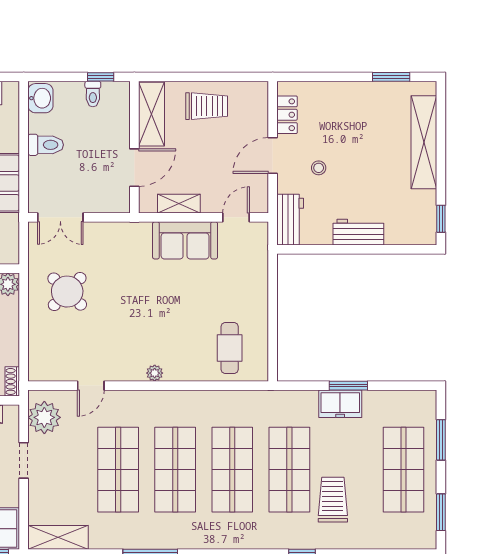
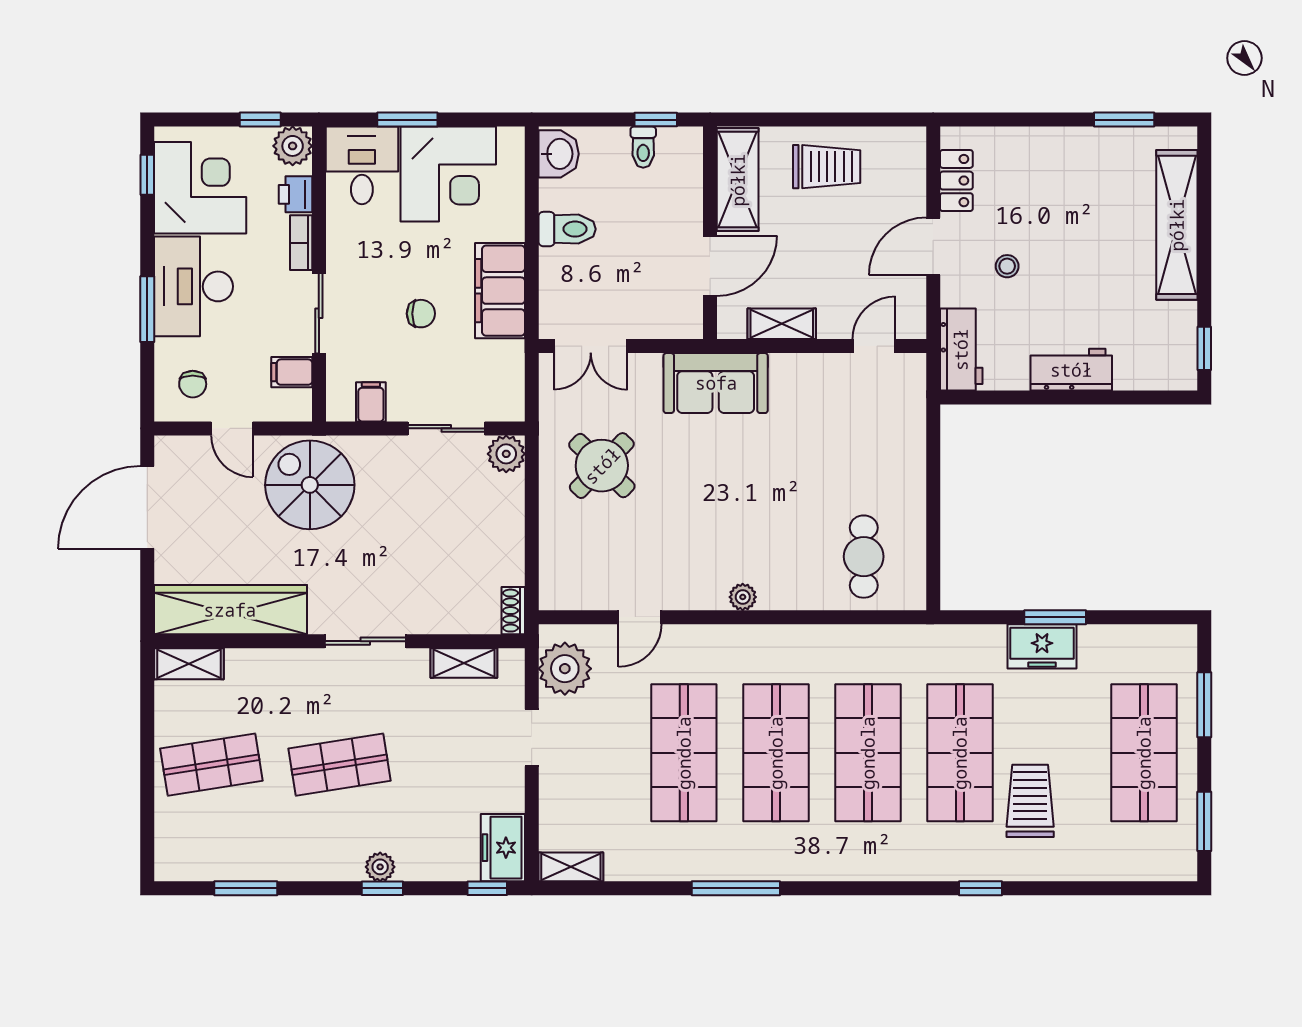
sofa: (185, 240) -> (716, 383), moved
shelving: (58, 537) -> (571, 867), width x0.67, depth x0.75

